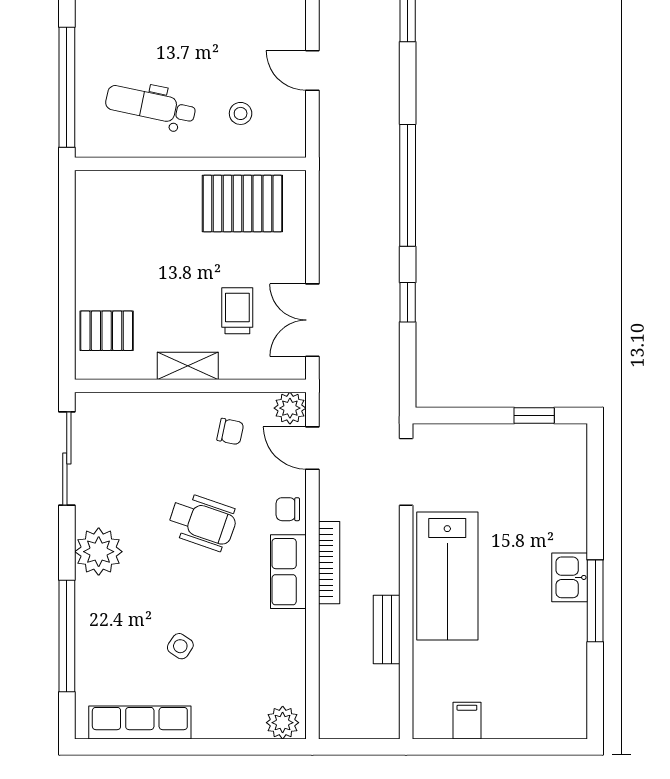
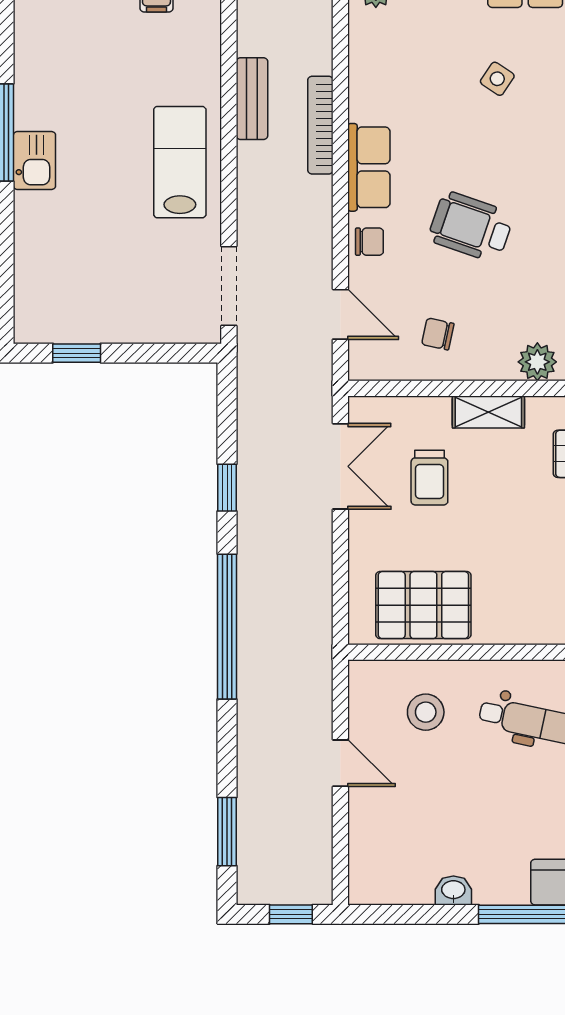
stool: (241, 113) -> (426, 712), width x1.37, depth x1.37
plant: (290, 408) -> (537, 362), moved
bookcase: (329, 563) -> (320, 125), moved
lab bench: (447, 576) -> (180, 162), width x0.73, depth x0.72

